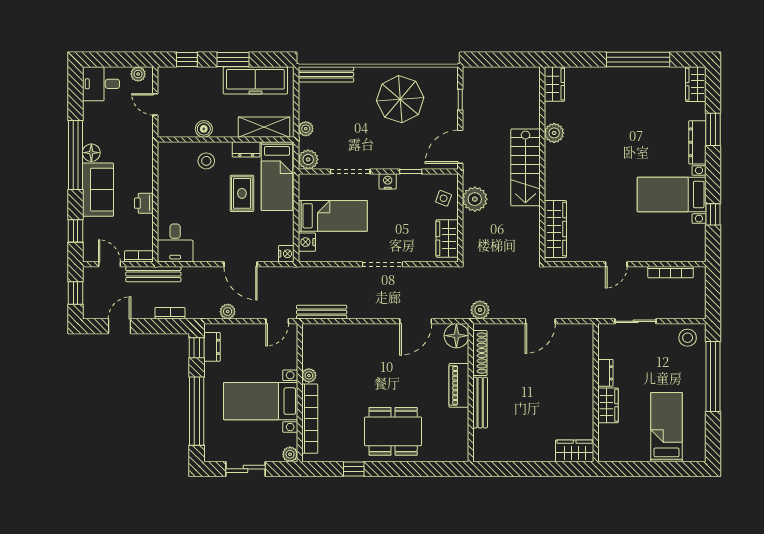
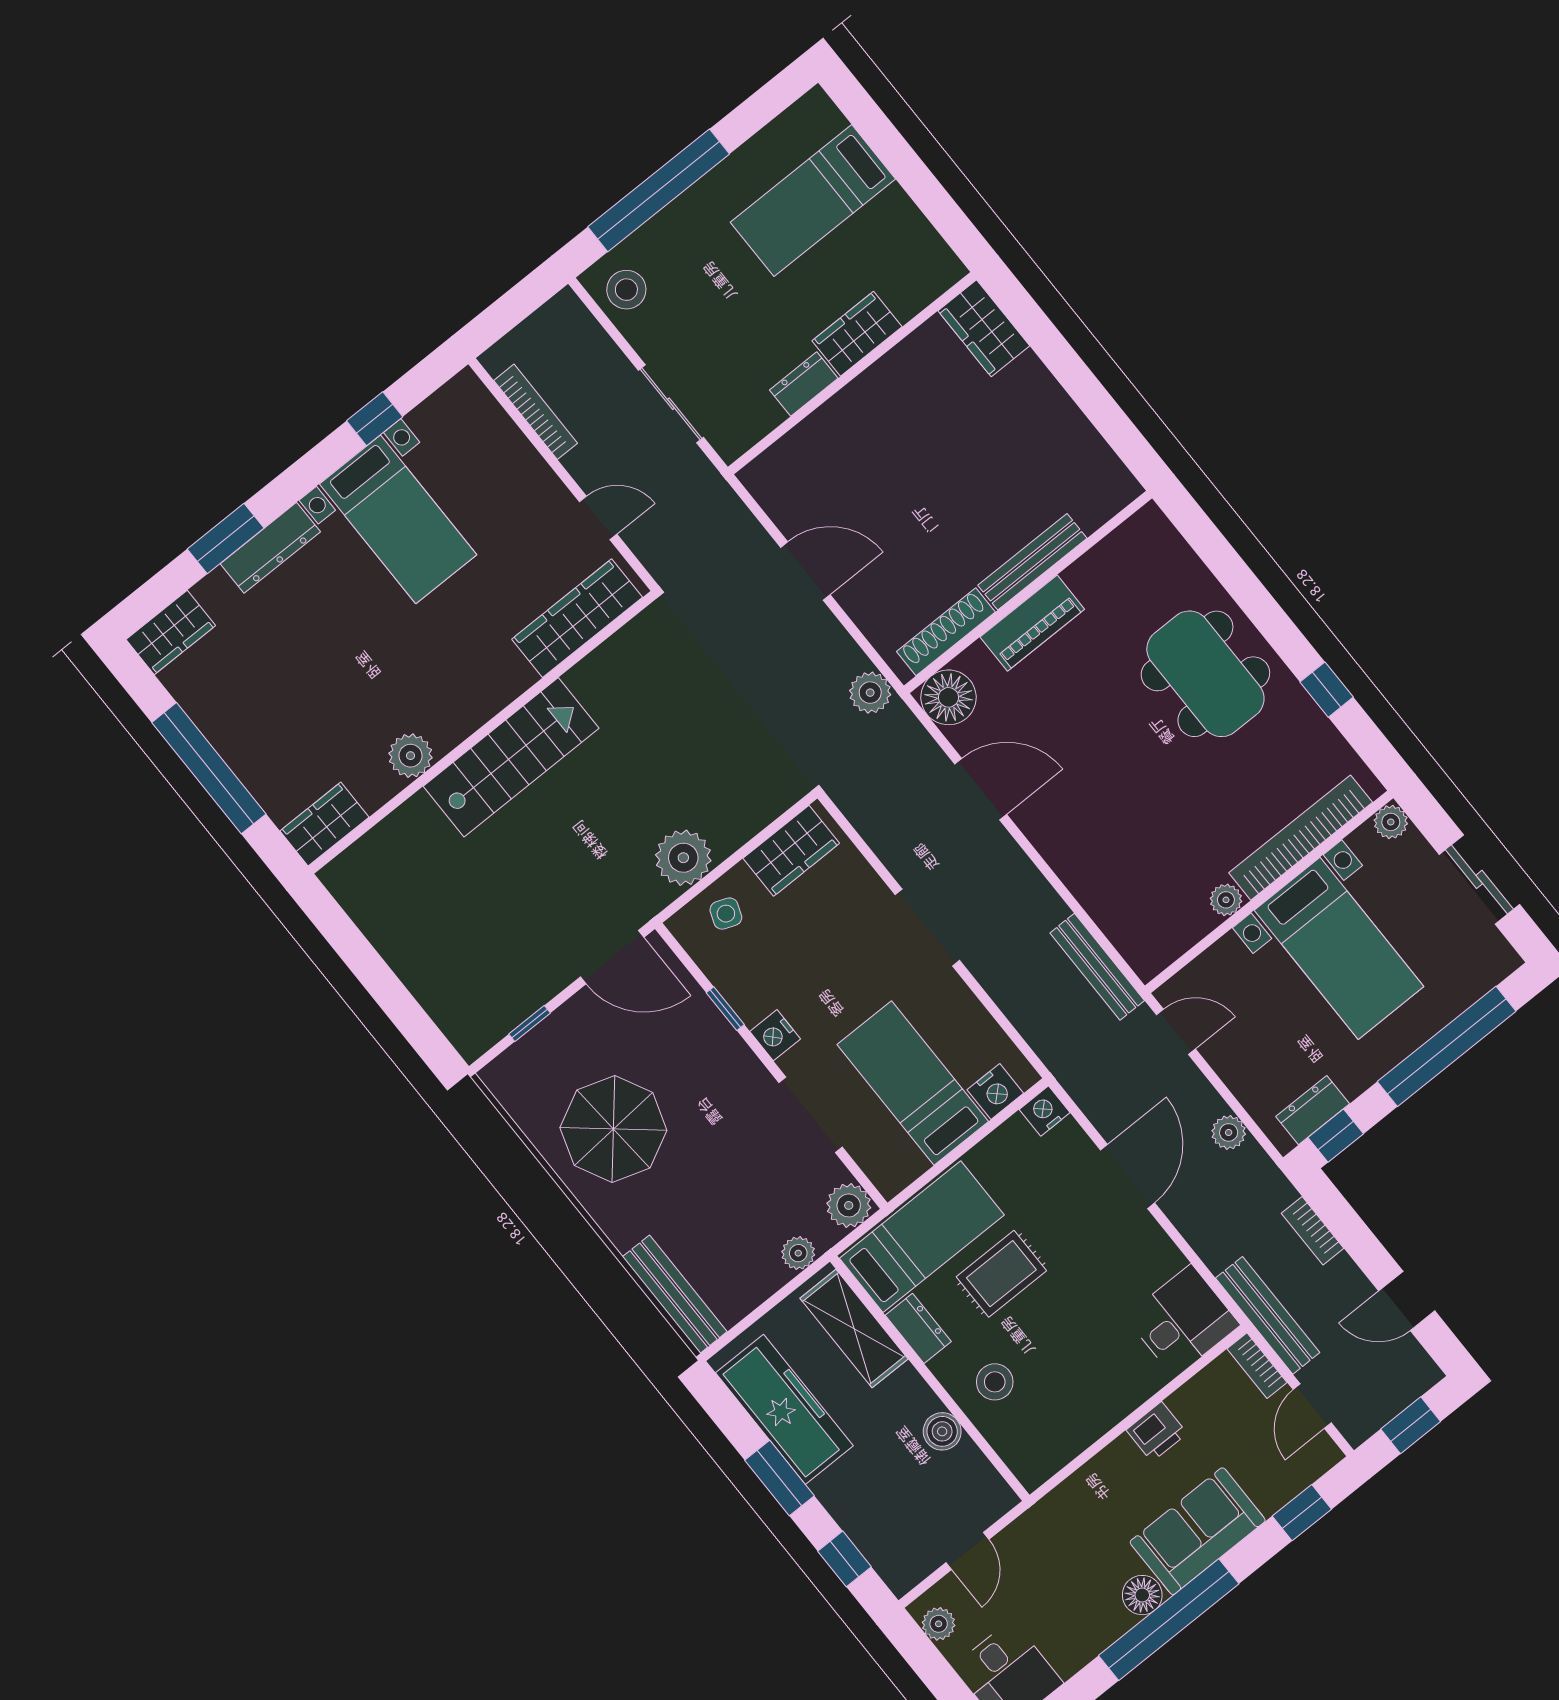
wardrobe: (554, 84) -> (324, 824), moved
plant: (554, 133) -> (410, 756), moved
wall: (542, 164) -> (482, 732), moved
stairs: (525, 167) -> (511, 757), moved
wardrobe: (555, 229) -> (577, 618), moved

